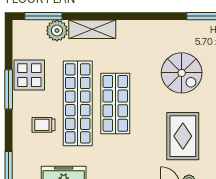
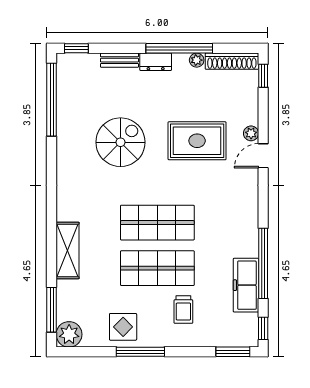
plant: (57, 30) -> (69, 334), moved
display table: (29, 75) -> (123, 327), width x0.73, depth x0.73
shop shelf: (78, 103) -> (157, 268), width x0.71

